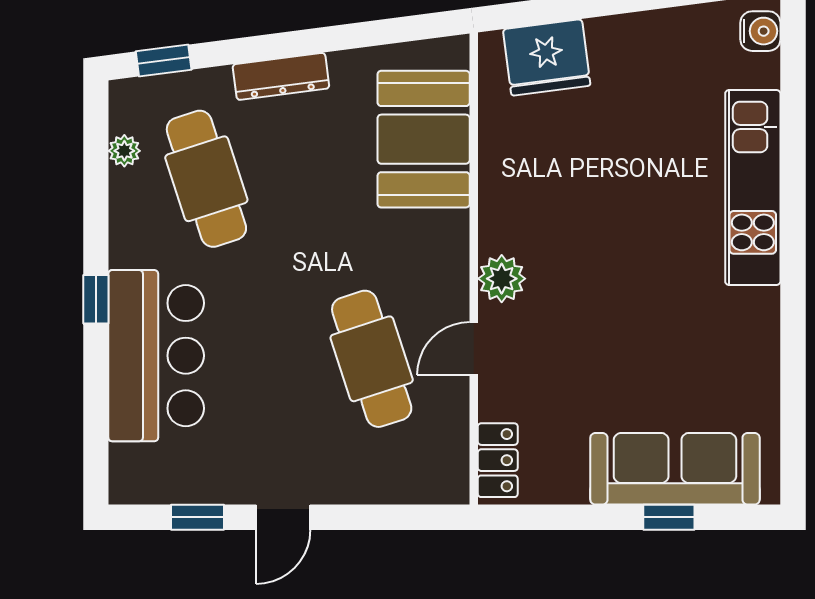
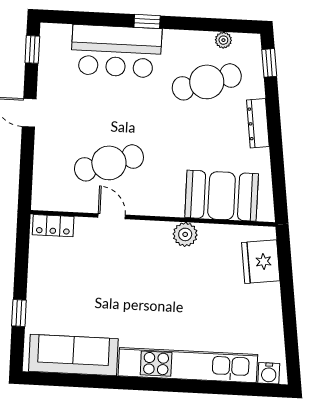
kitchen unit: (753, 187) -> (188, 365), width x1.36
plant: (502, 279) -> (185, 234), moved
sofa: (675, 469) -> (73, 355), moved, turned -90
window: (198, 517) -> (32, 49), moved

